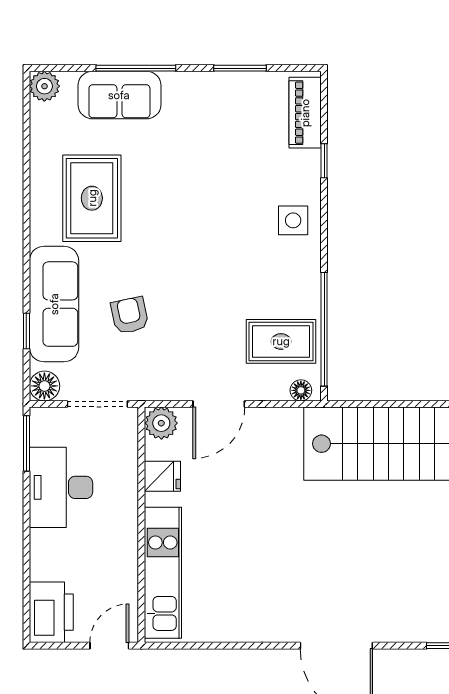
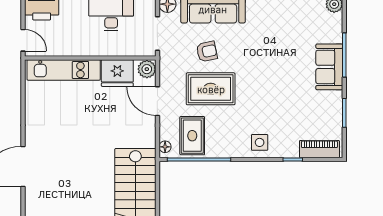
sofa: (119, 95) -> (329, 67), moved
rug: (92, 198) -> (211, 89), moved
fridge: (162, 476) -> (117, 73), width x1.88, depth x1.34

